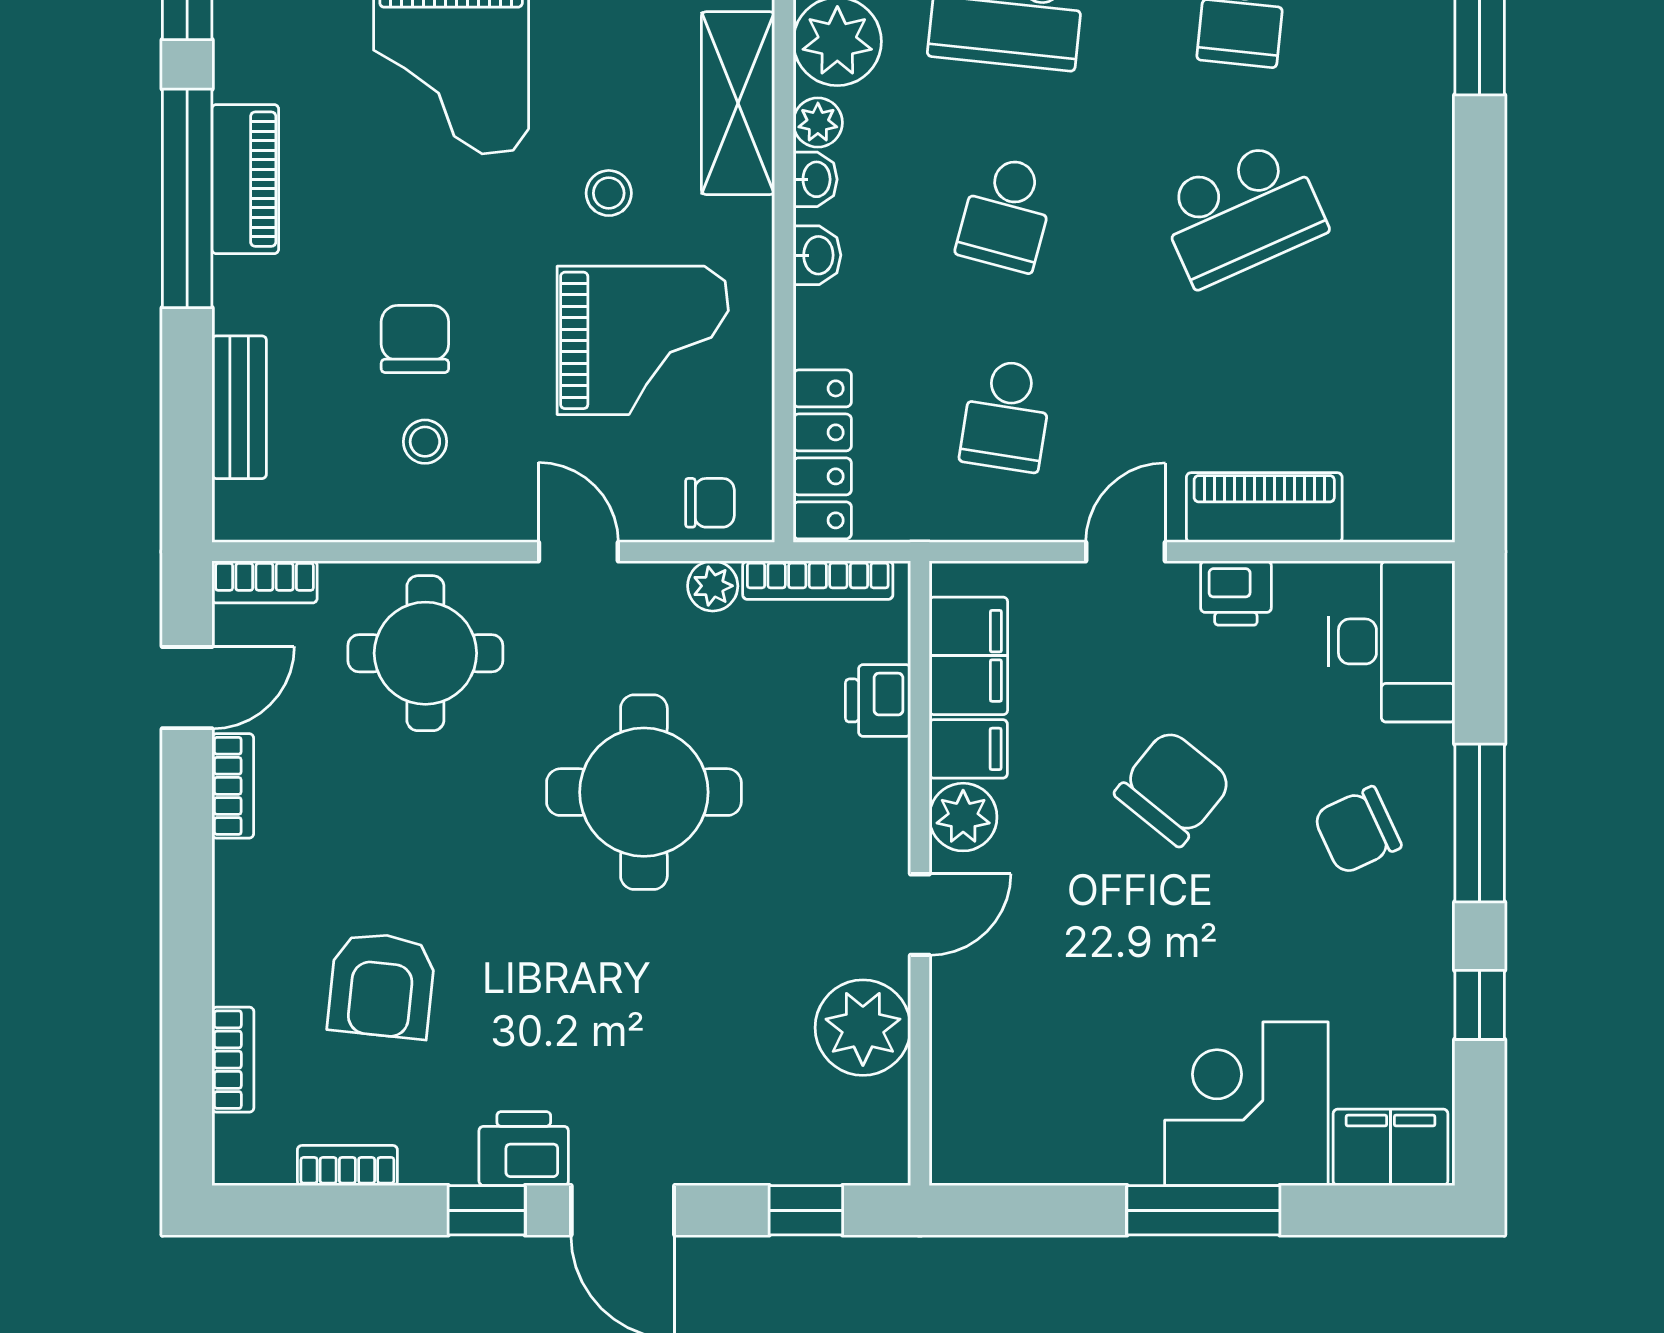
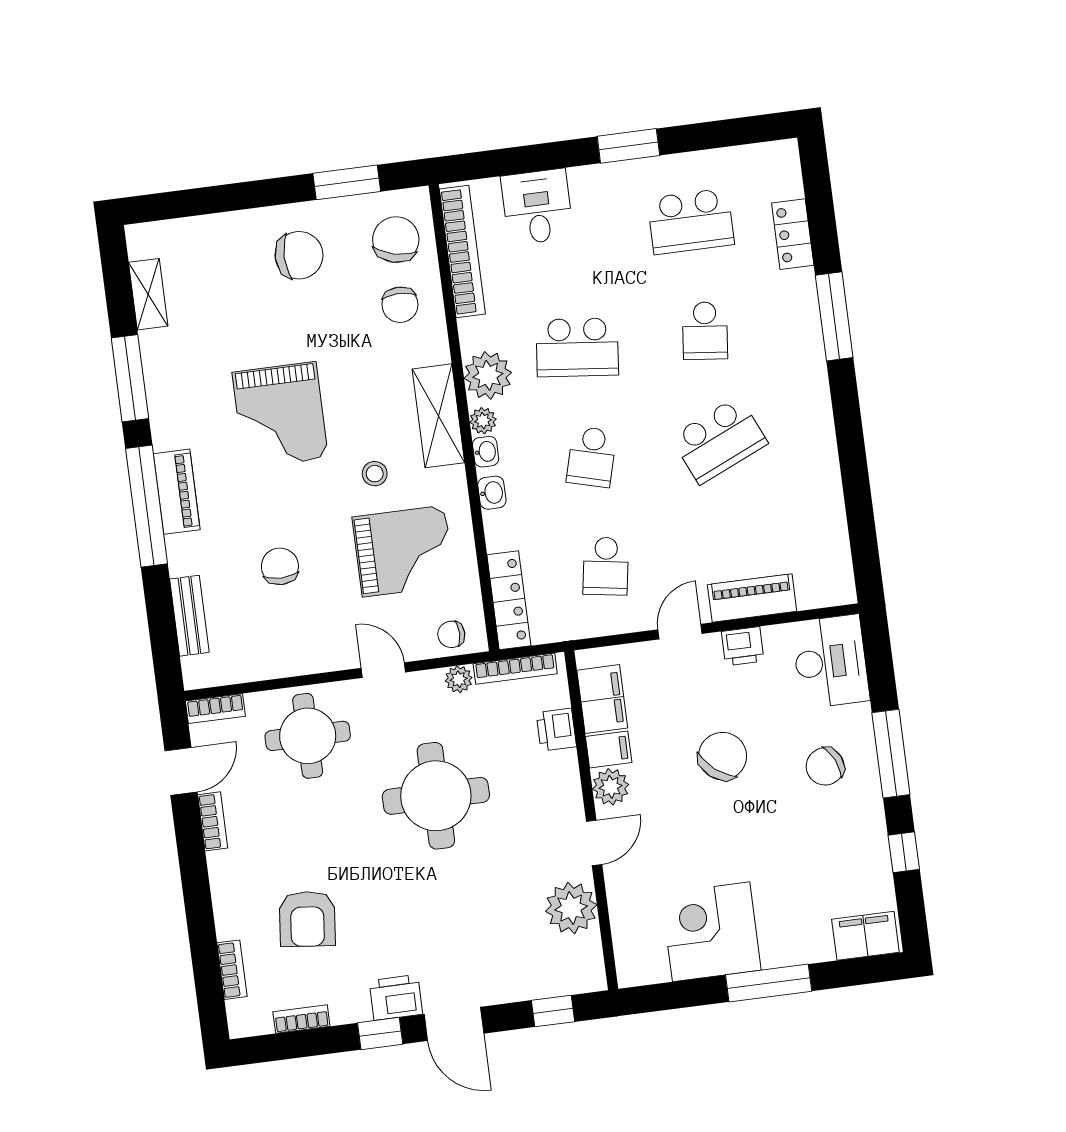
stool: (425, 442) -> (293, 621), removed
chair: (710, 503) -> (451, 634), turned 180
corner desk: (1246, 1104) -> (711, 932), moved

